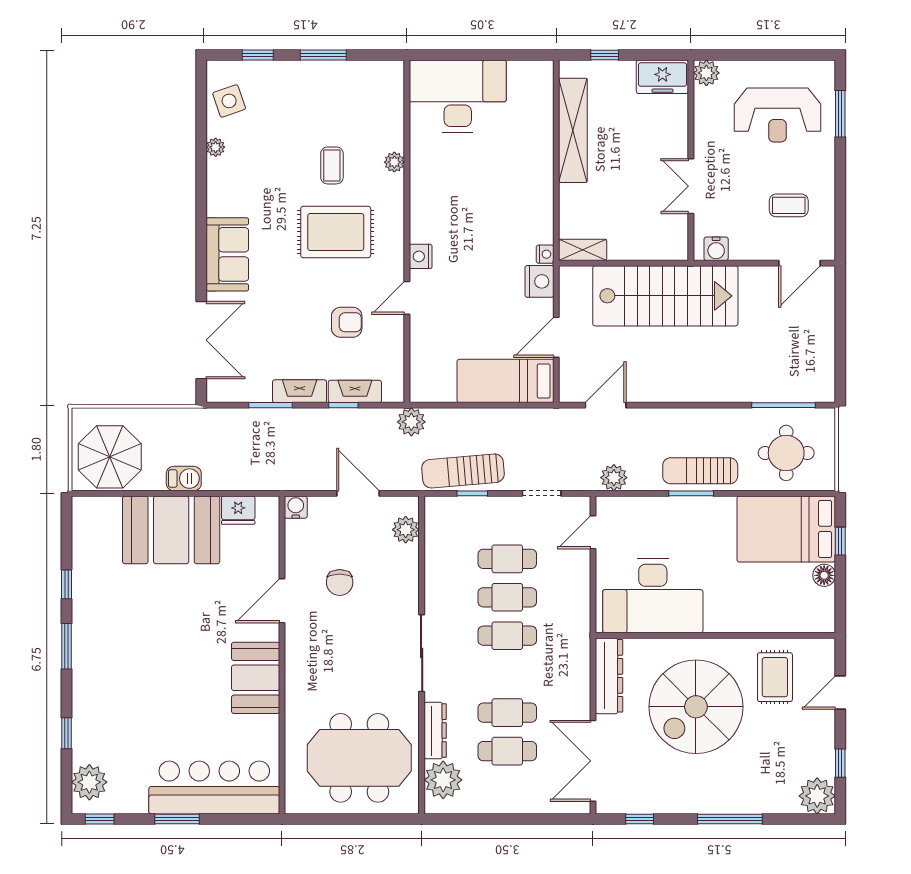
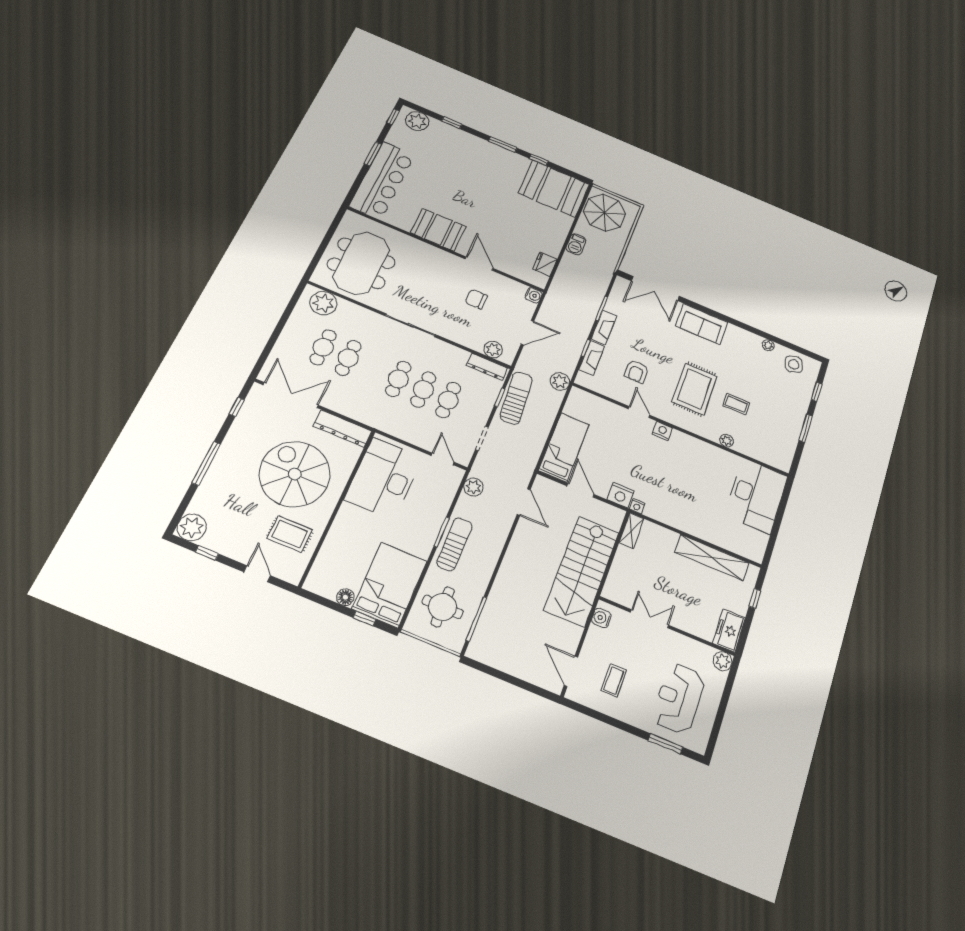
booth: (171, 530) -> (554, 189), moved, turned 90
dresser: (435, 731) -> (487, 367), moved

